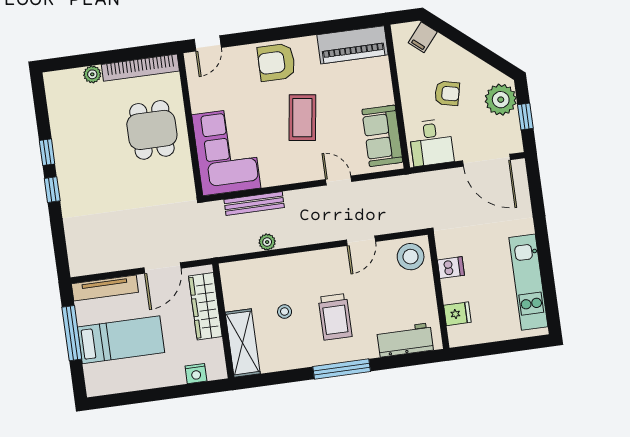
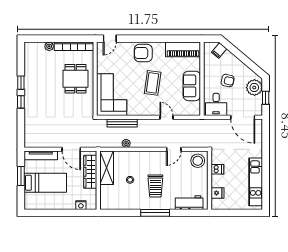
sofa: (382, 136) -> (192, 86), moved
door: (162, 268) -> (71, 149), hinge flipped
window: (72, 333) -> (21, 176), width x0.69
shelving: (243, 343) -> (107, 168), moved

